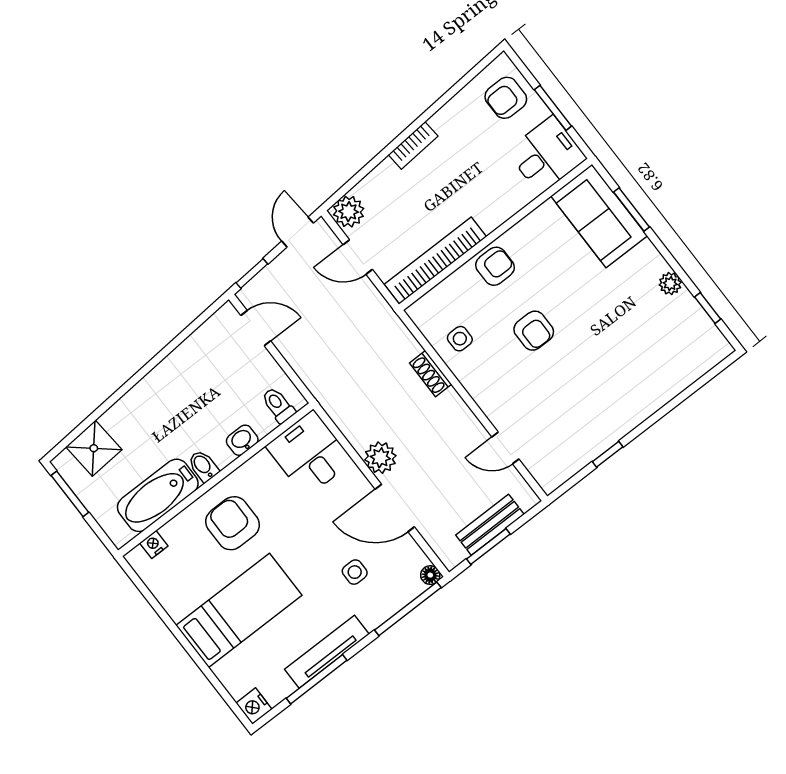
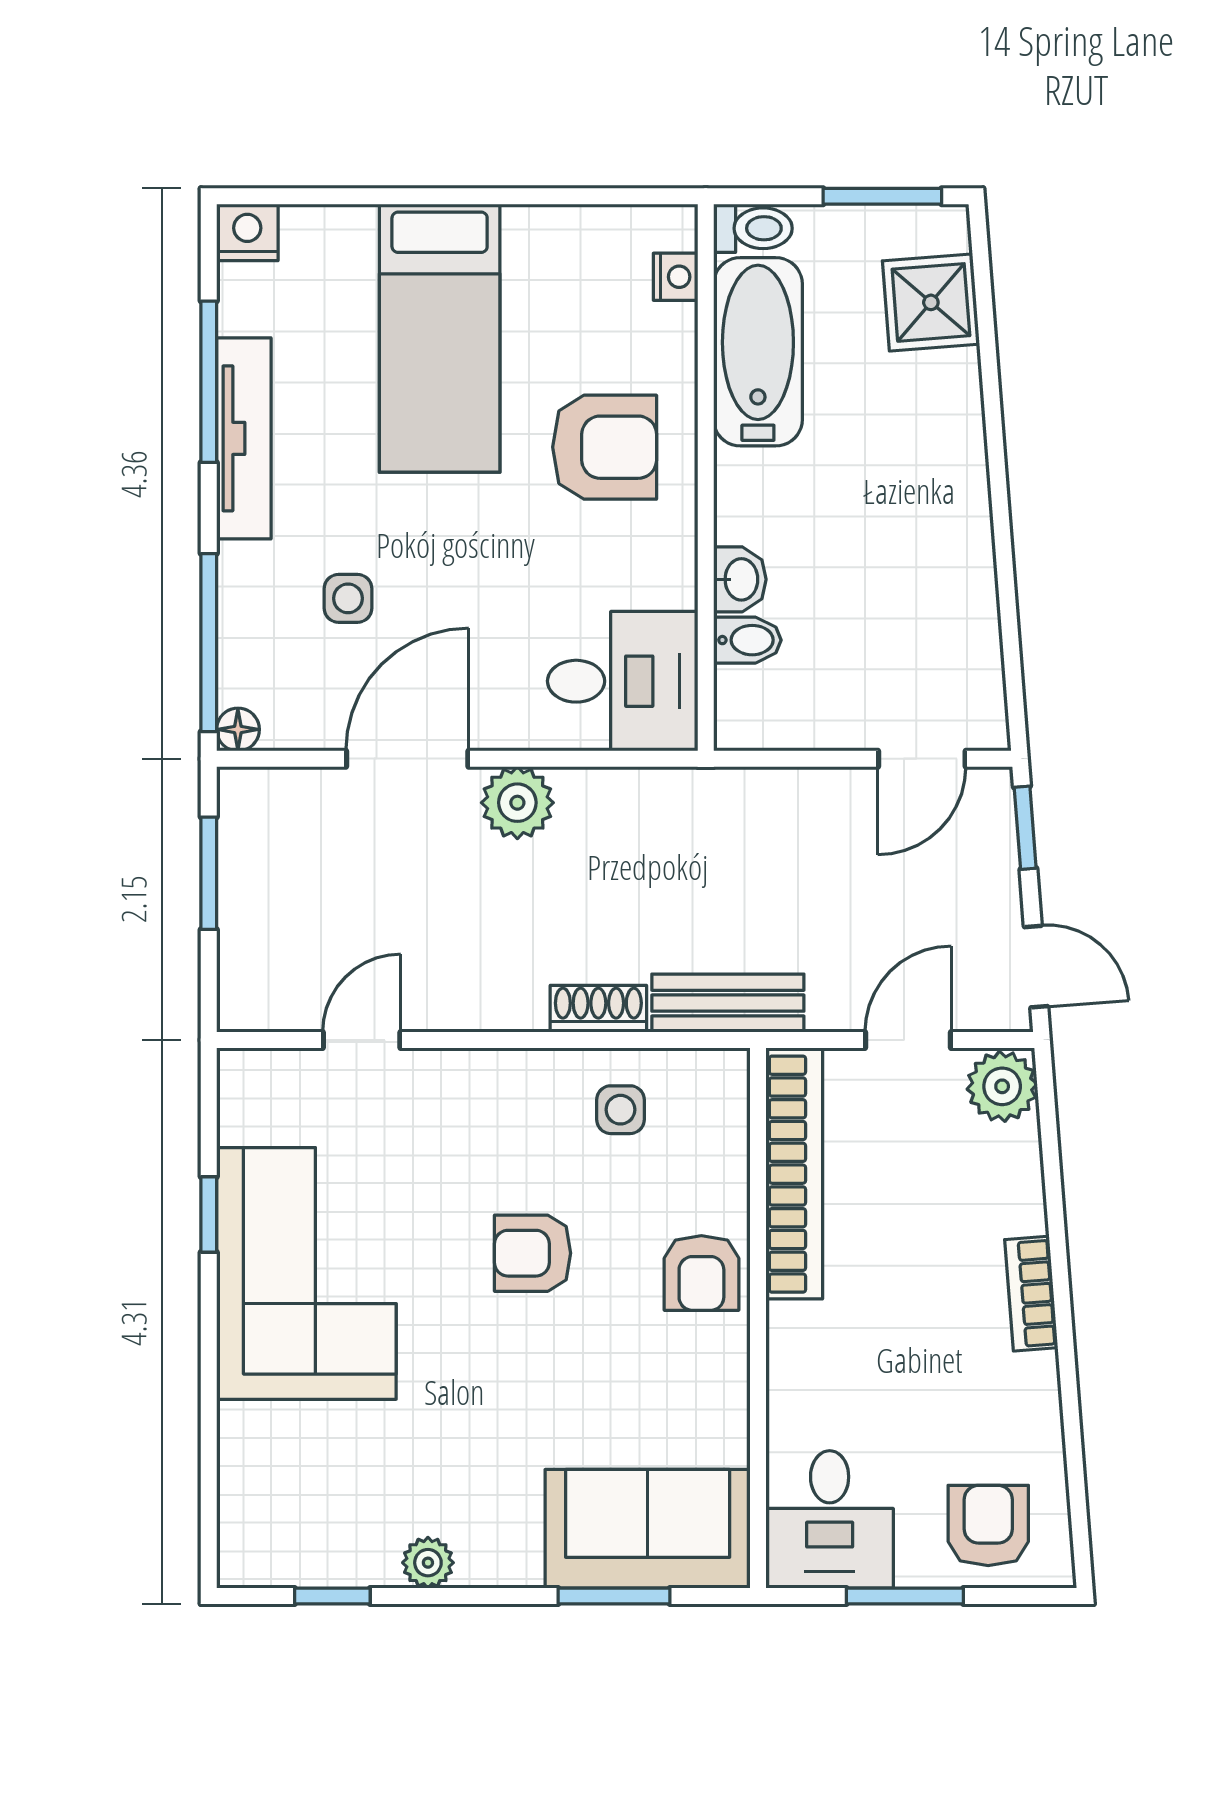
corner sofa: (602, 404) -> (306, 1273), added
toilet: (278, 405) -> (753, 228), moved
bidet: (203, 466) -> (747, 640), moved
bench: (490, 525) -> (728, 1003), moved, turned 90

